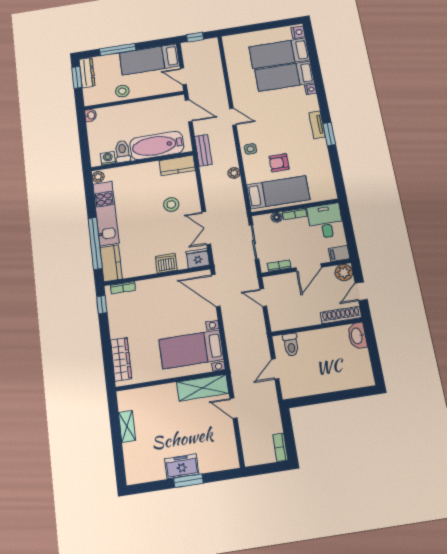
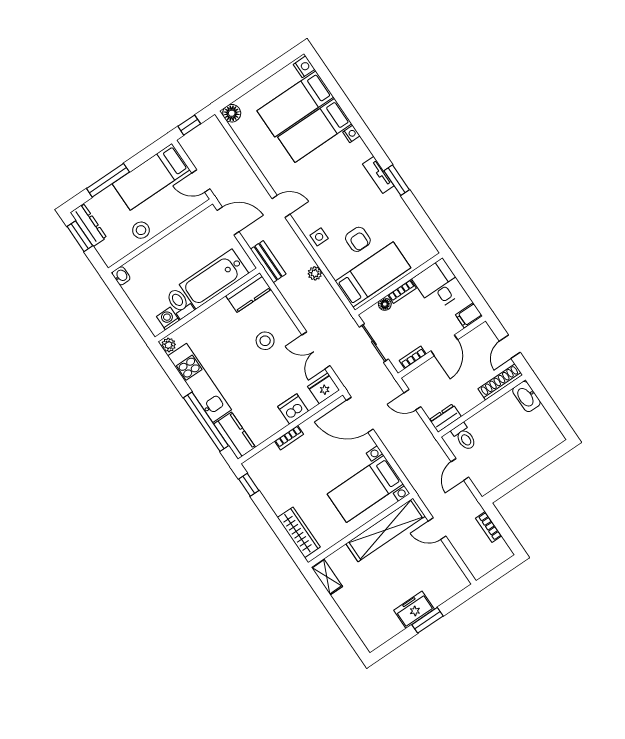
floor lamp: (230, 42) -> (232, 113), added
armchair: (279, 163) -> (358, 239), turned -90
plant: (344, 273) -> (483, 334), removed
bookcase: (123, 288) -> (289, 438), moved
dresser: (283, 323) -> (445, 418), added
shelving: (203, 388) -> (386, 530), width x1.47
shelving: (127, 426) -> (327, 577), moved
bookcase: (280, 447) -> (489, 527), moved

